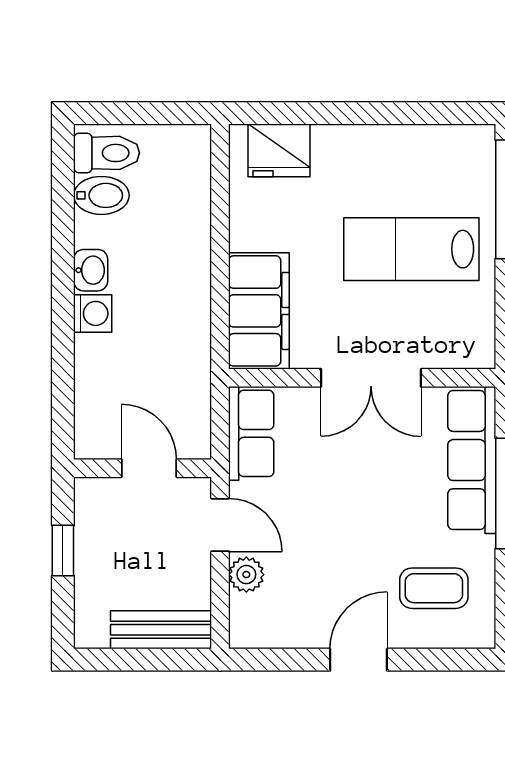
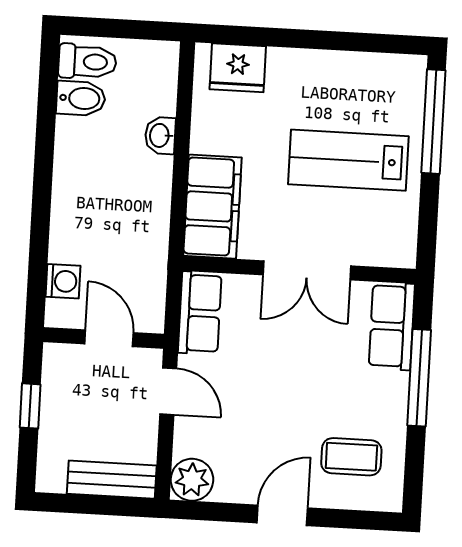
washbasin: (91, 270) -> (160, 135), moved, turned 180
washing machine: (93, 313) -> (63, 281), moved
row of seats: (472, 460) -> (392, 326), width x0.68
plant: (246, 575) -> (192, 480), moved, width x1.38, depth x1.38

